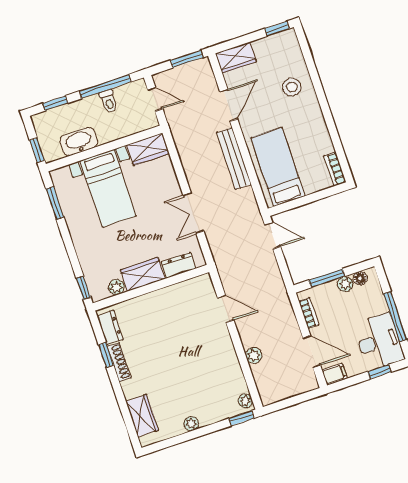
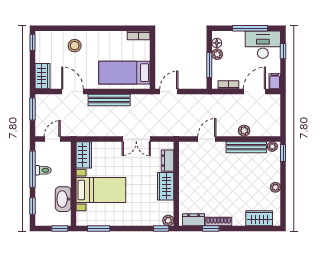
plant: (116, 287) -> (168, 220), moved
bench: (232, 366) -> (246, 147), added

